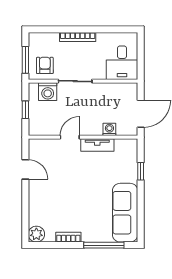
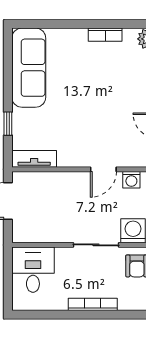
washing machine: (109, 129) -> (131, 180), moved
tv unit: (97, 145) -> (34, 159), moved
window: (104, 245) -> (57, 24), removed

